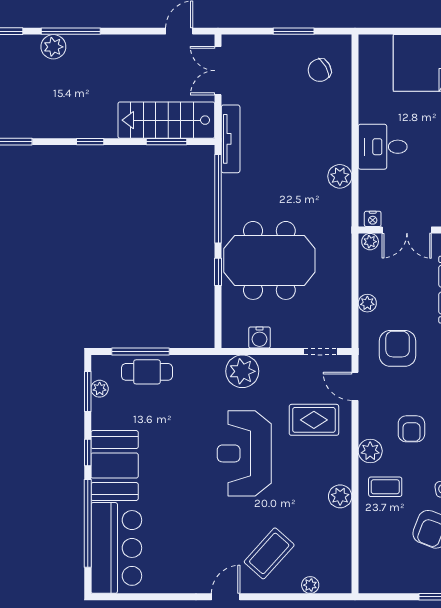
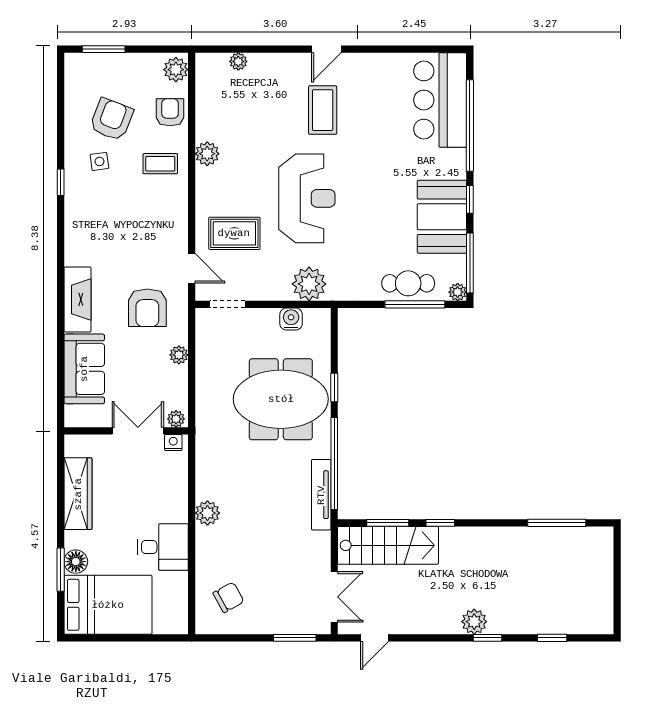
window: (71, 31) -> (488, 638), width x0.46
window: (294, 31) -> (295, 638), moved
plant: (53, 47) -> (474, 622), moved
tv unit: (231, 139) -> (321, 495), moved
window: (90, 142) -> (440, 523), moved
desk: (383, 147) -> (163, 547), moved
plant: (340, 176) -> (207, 513), moved
plant: (100, 389) -> (458, 292), moved
window: (88, 391) -> (470, 263), width x1.44
armchair: (411, 429) -> (170, 112), moved
plant: (370, 451) -> (176, 70), moved
booth: (115, 466) -> (442, 217), moved
coffee table: (269, 553) -> (323, 110), moved, turned -42

